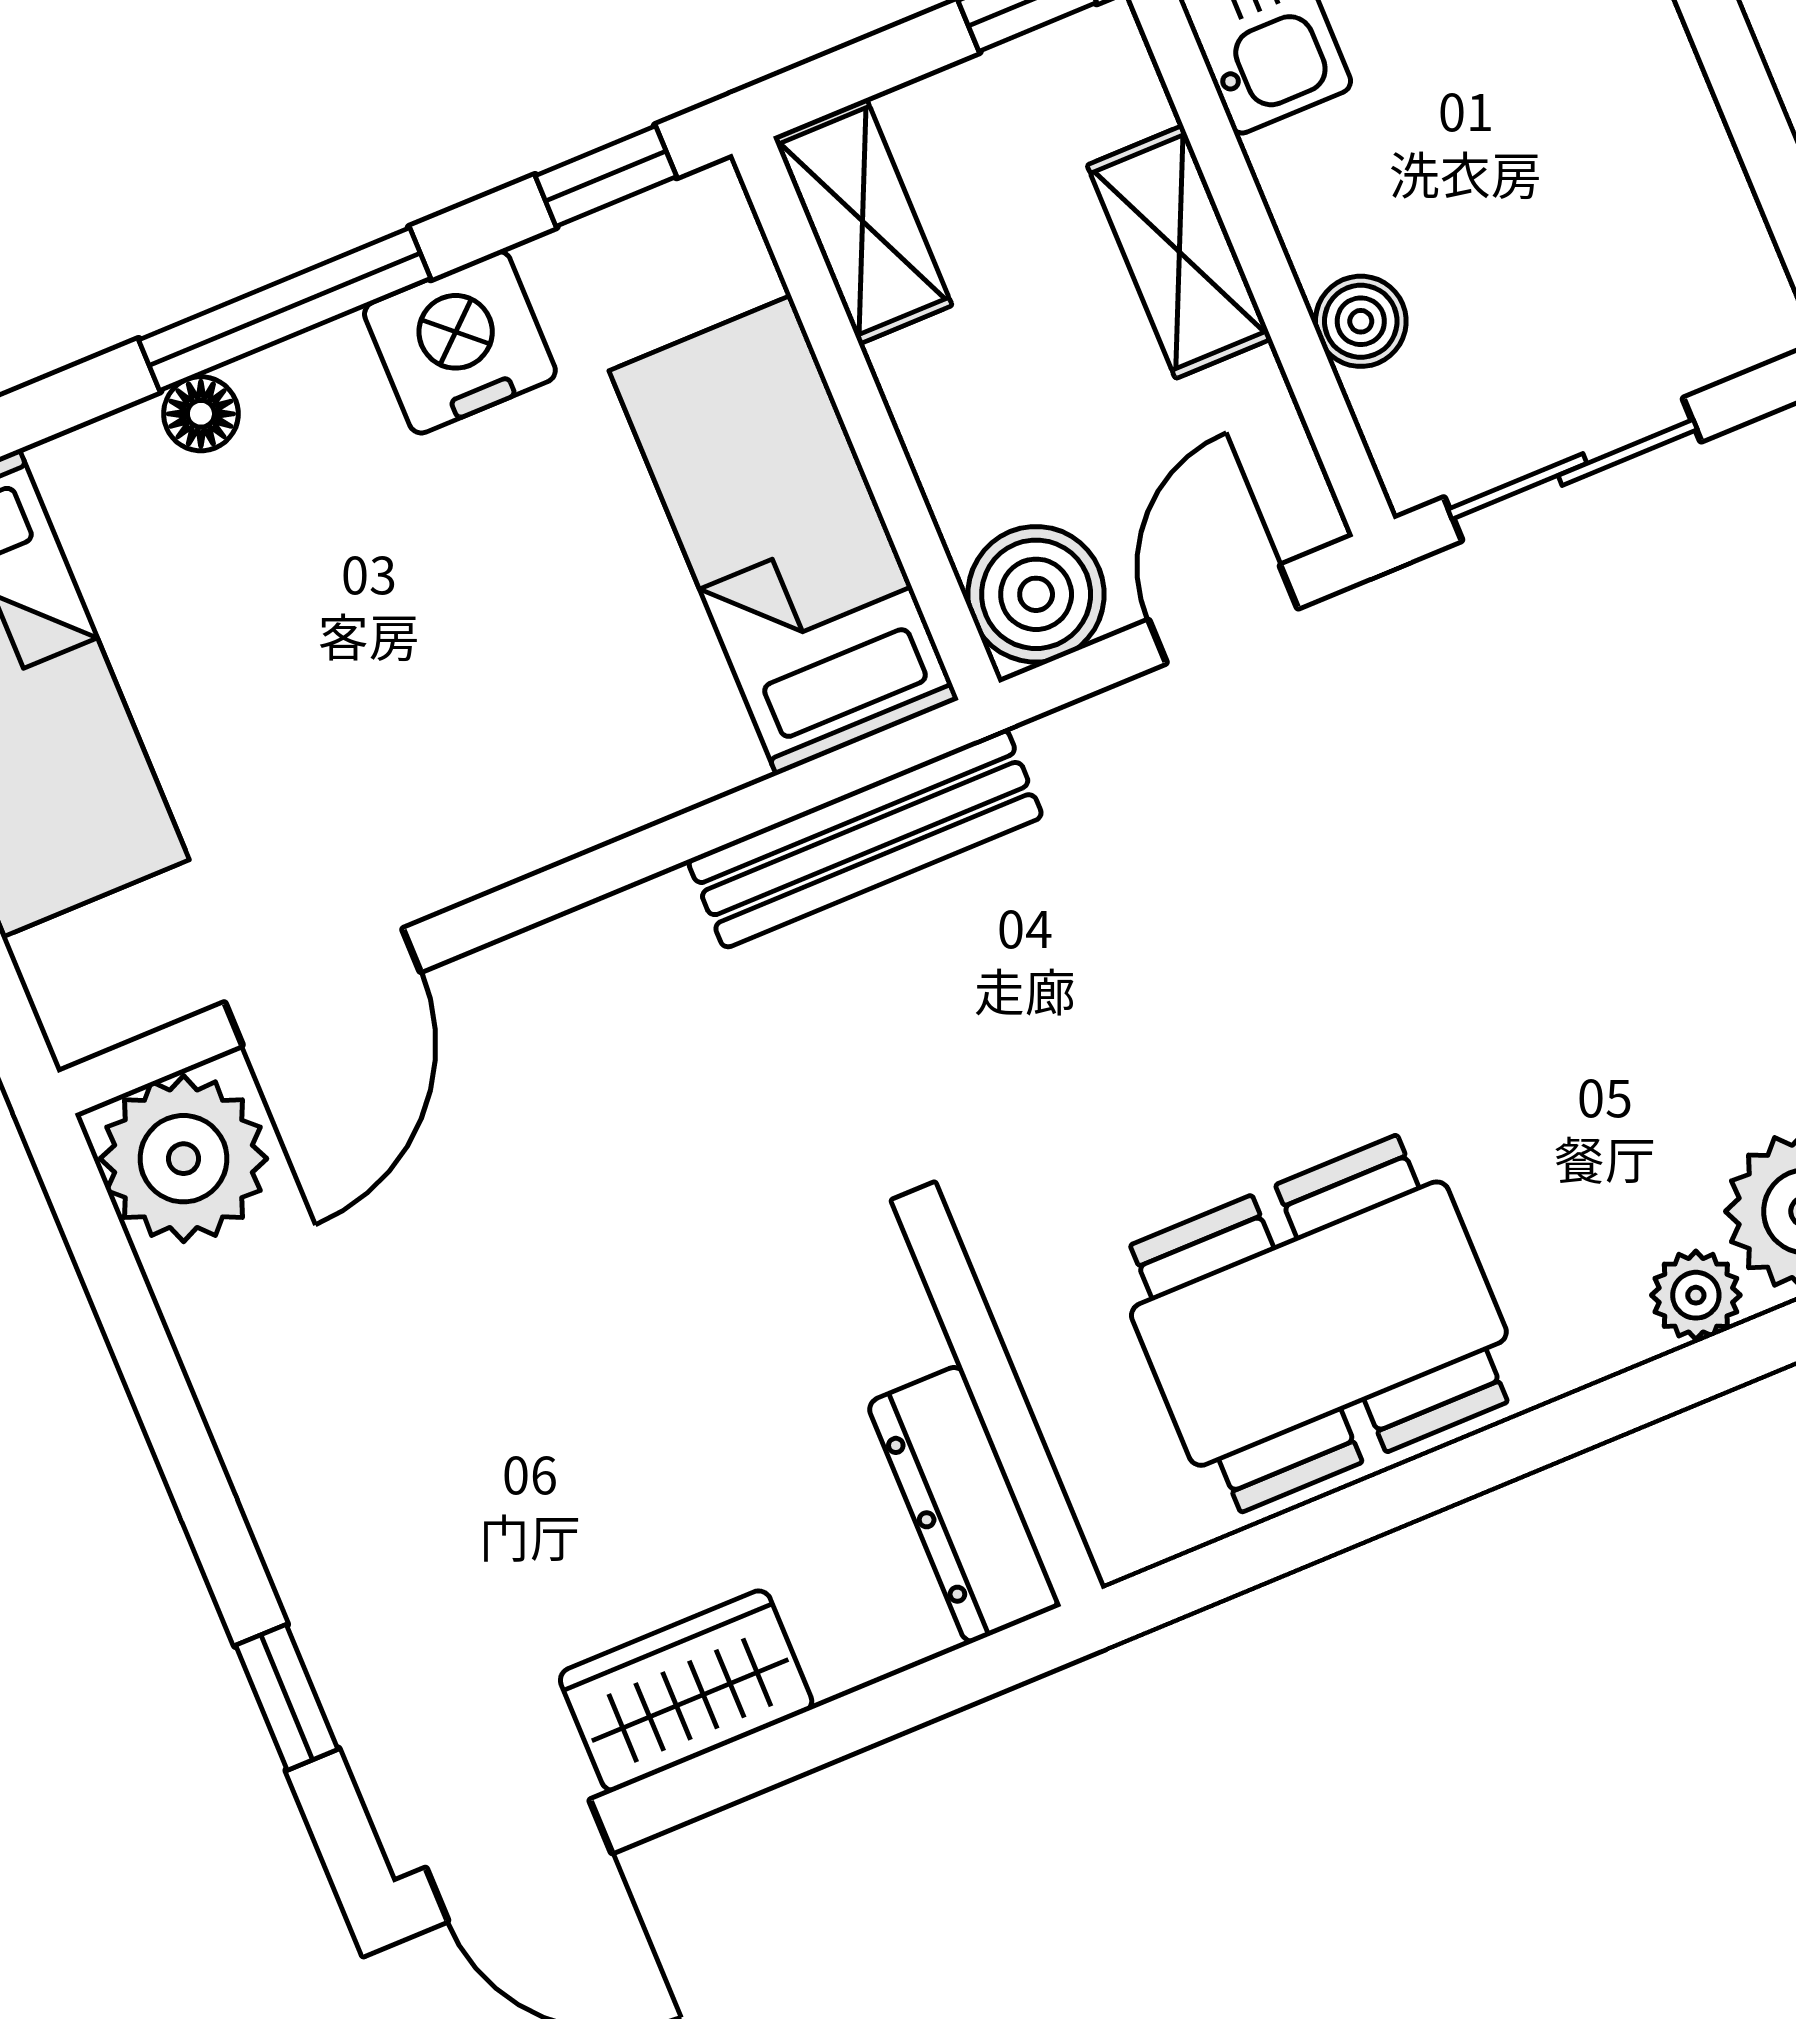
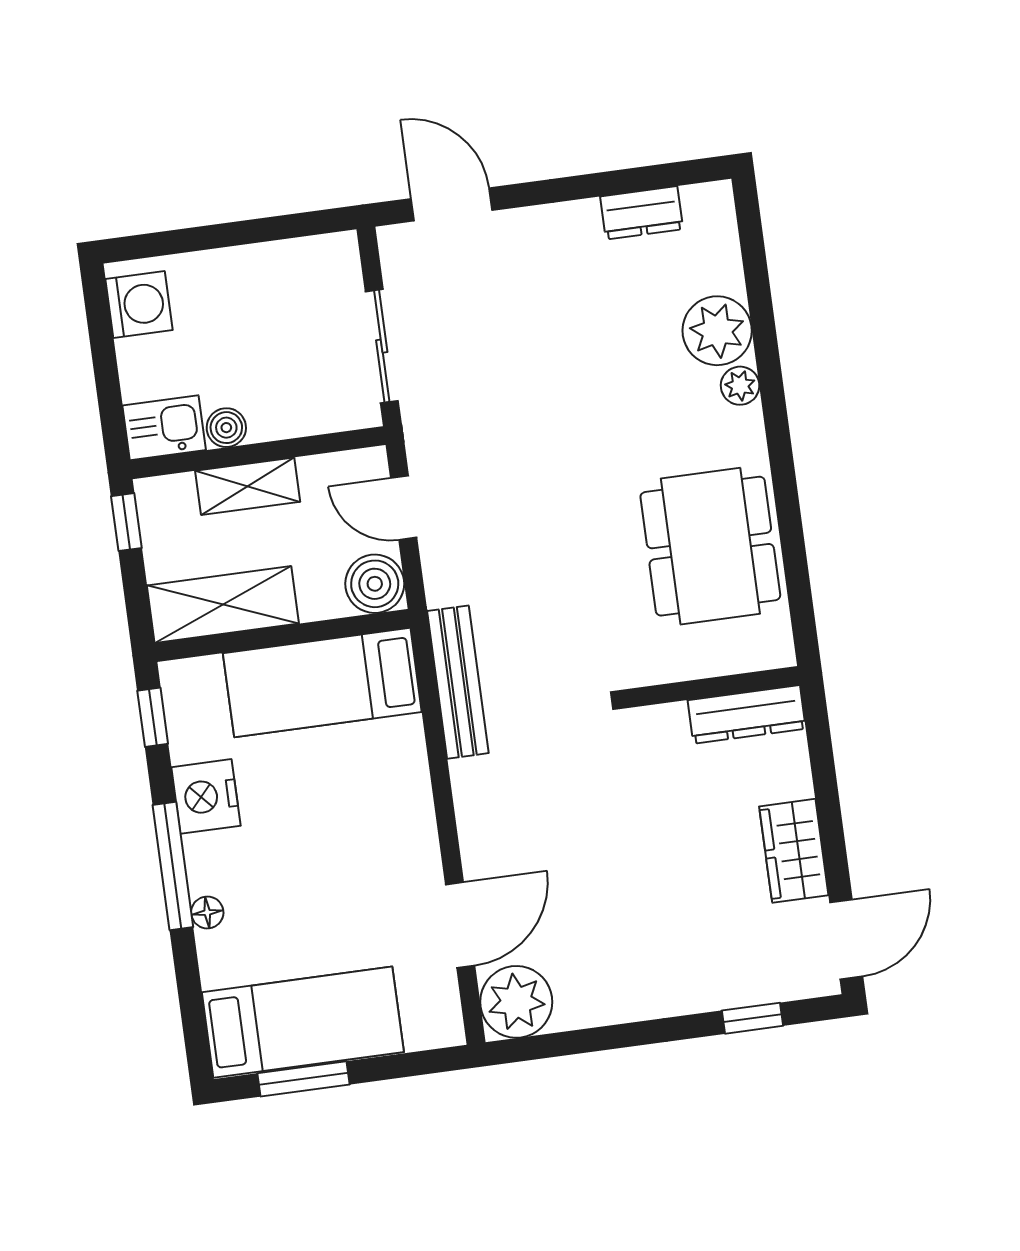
shelving: (863, 221) -> (223, 605), width x1.50, depth x1.33
boiler: (1361, 321) -> (226, 428), moved
door: (323, 987) -> (460, 925), hinge flipped

